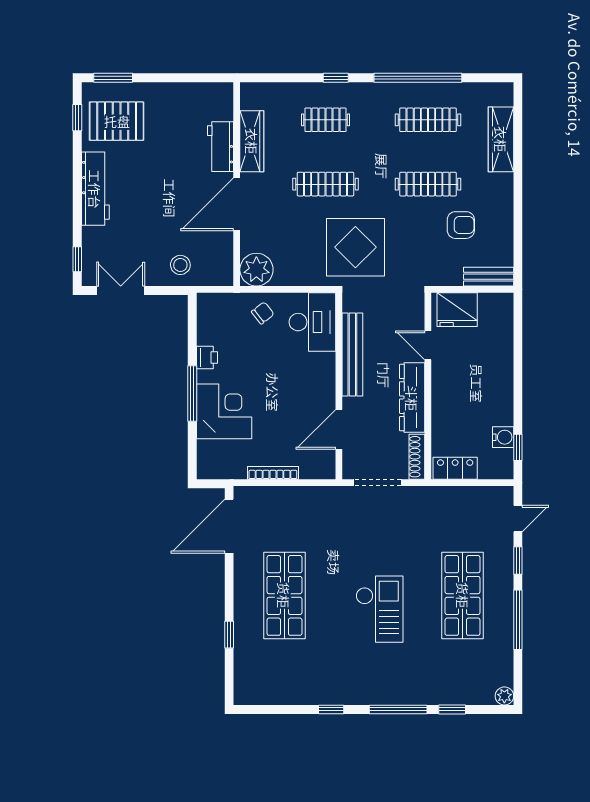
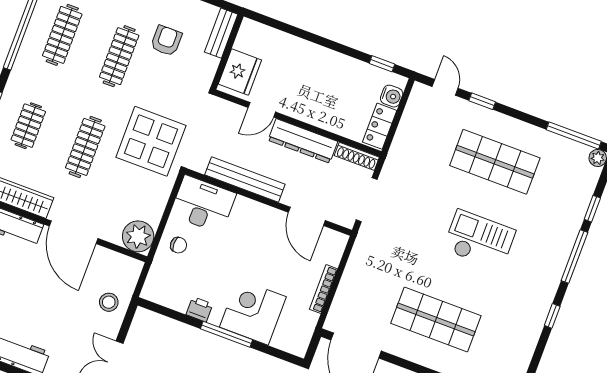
chair: (263, 313) -> (179, 245), turned 128
water cooler: (503, 437) -> (392, 96), moved, turned 90
window: (518, 620) -> (574, 135), moved

